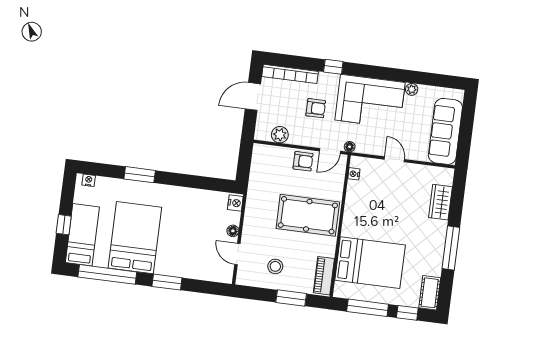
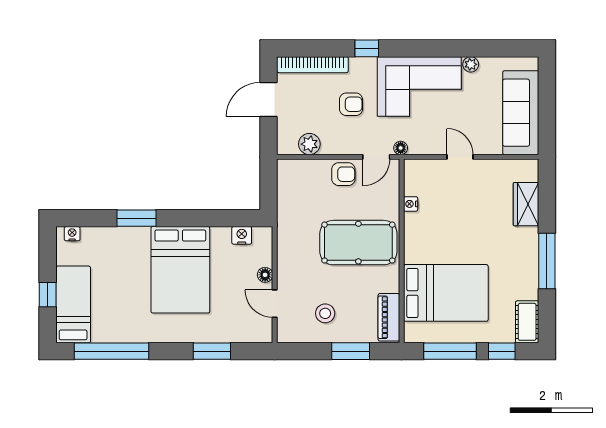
nightstand: (354, 174) -> (411, 204), moved
nightstand: (235, 203) -> (242, 235), moved, turned -90
bed: (135, 238) -> (180, 270), moved, turned 180
window: (167, 282) -> (212, 351), moved

